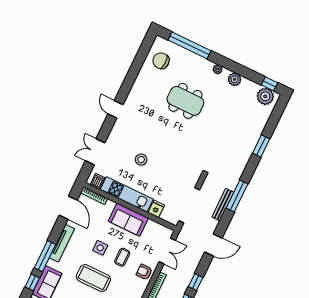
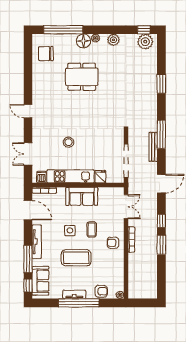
floor lamp: (204, 66) -> (83, 41), added
armchair: (144, 272) -> (113, 243), moved

